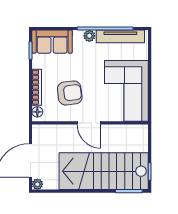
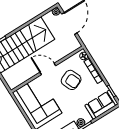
armchair: (70, 93) -> (71, 80), turned -106

